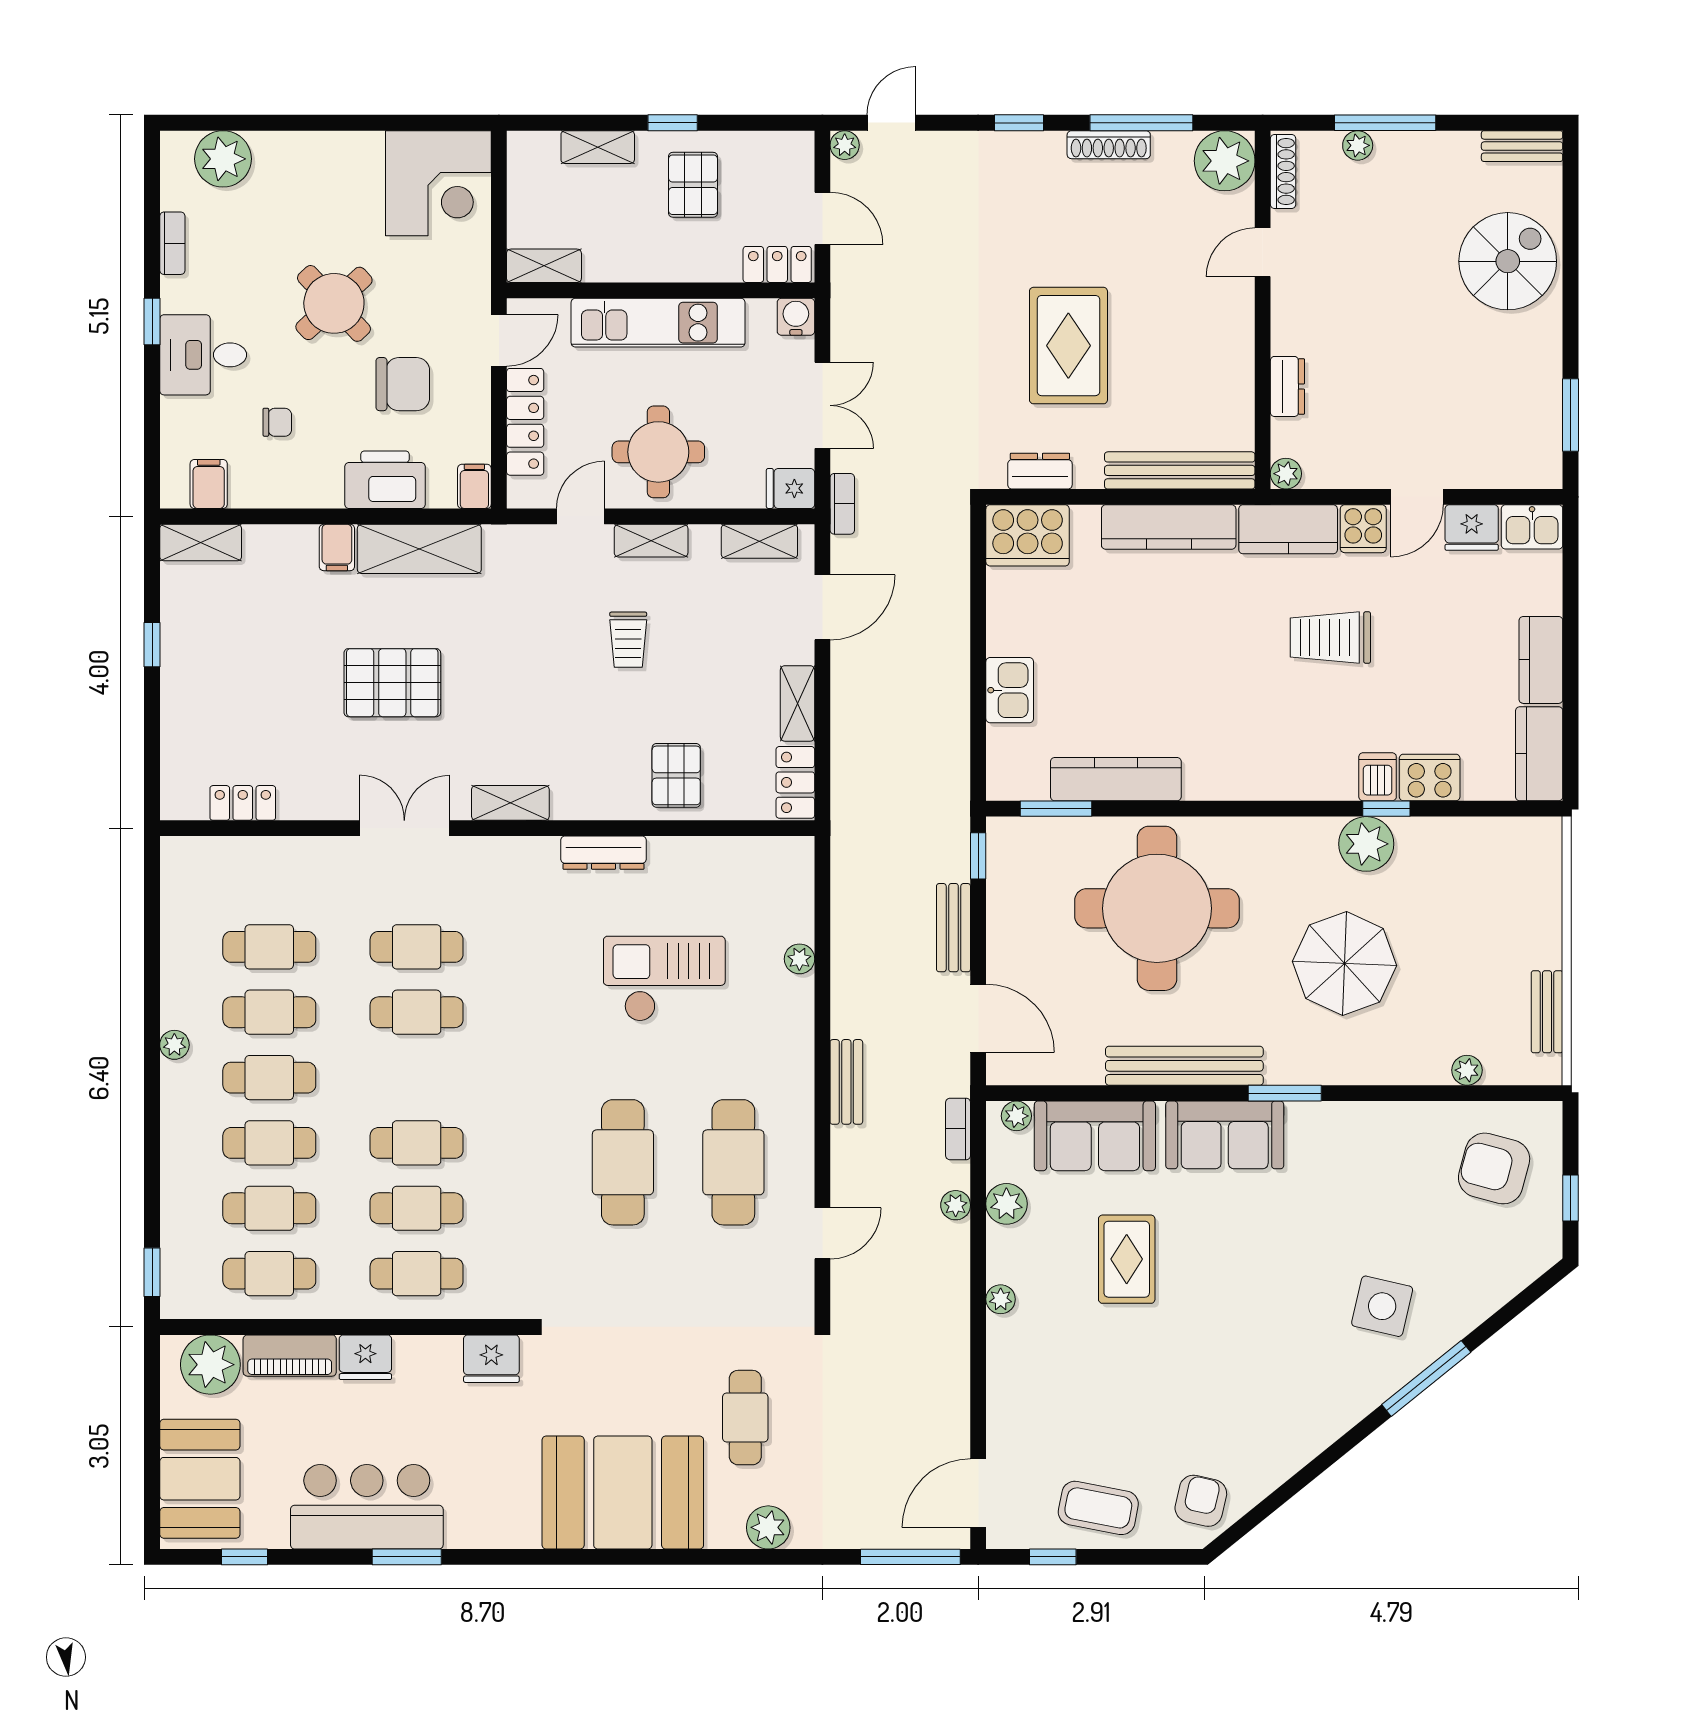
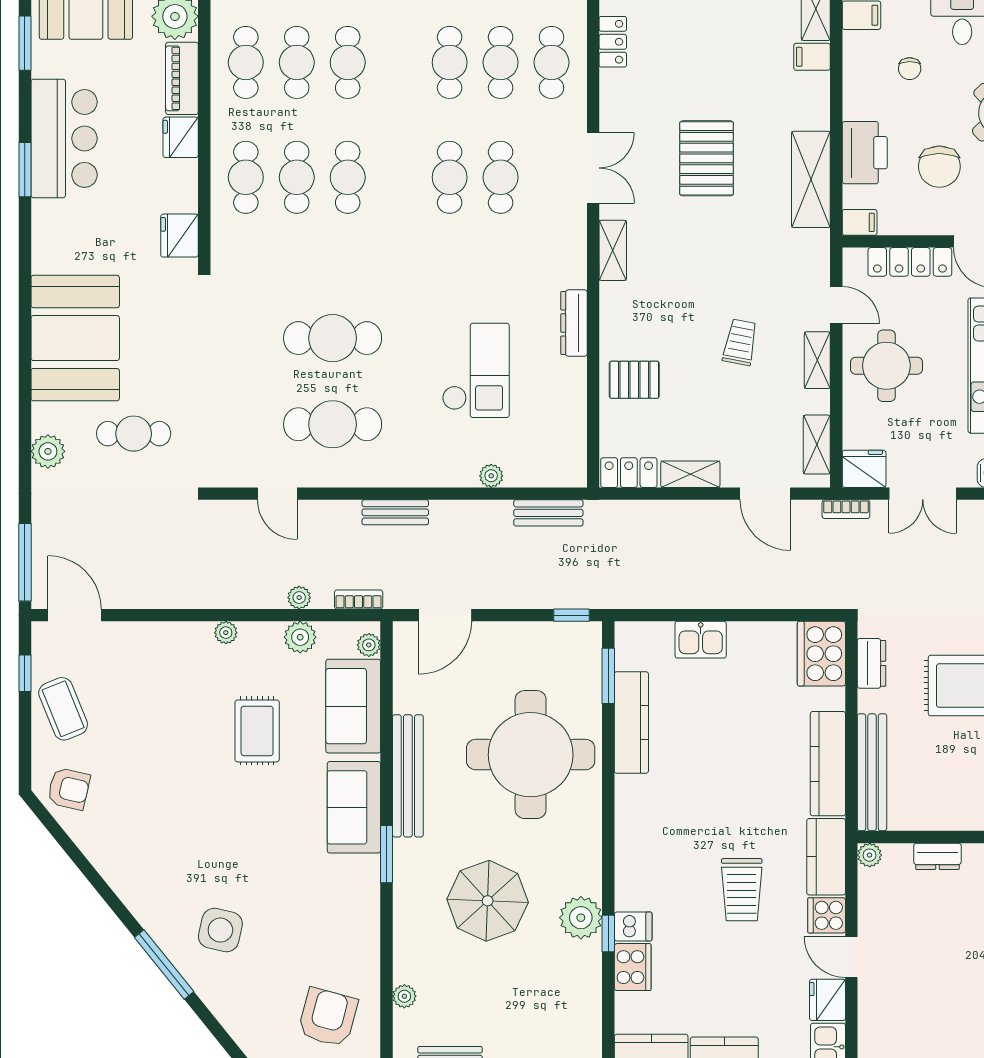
fridge: (790, 488) -> (864, 469), width x1.38
filing cabinet: (337, 547) -> (812, 57), moved
trolley: (1330, 638) -> (742, 890), turned 180
trolley: (628, 640) -> (740, 342), turned 101
bench: (953, 928) -> (548, 513), moved
cafe table: (269, 1078) -> (552, 62), moved
rug: (1127, 1259) -> (257, 731), turned 90
coffee table: (1098, 1508) -> (63, 709), turned -33
window: (245, 1557) -> (25, 43), width x1.50

